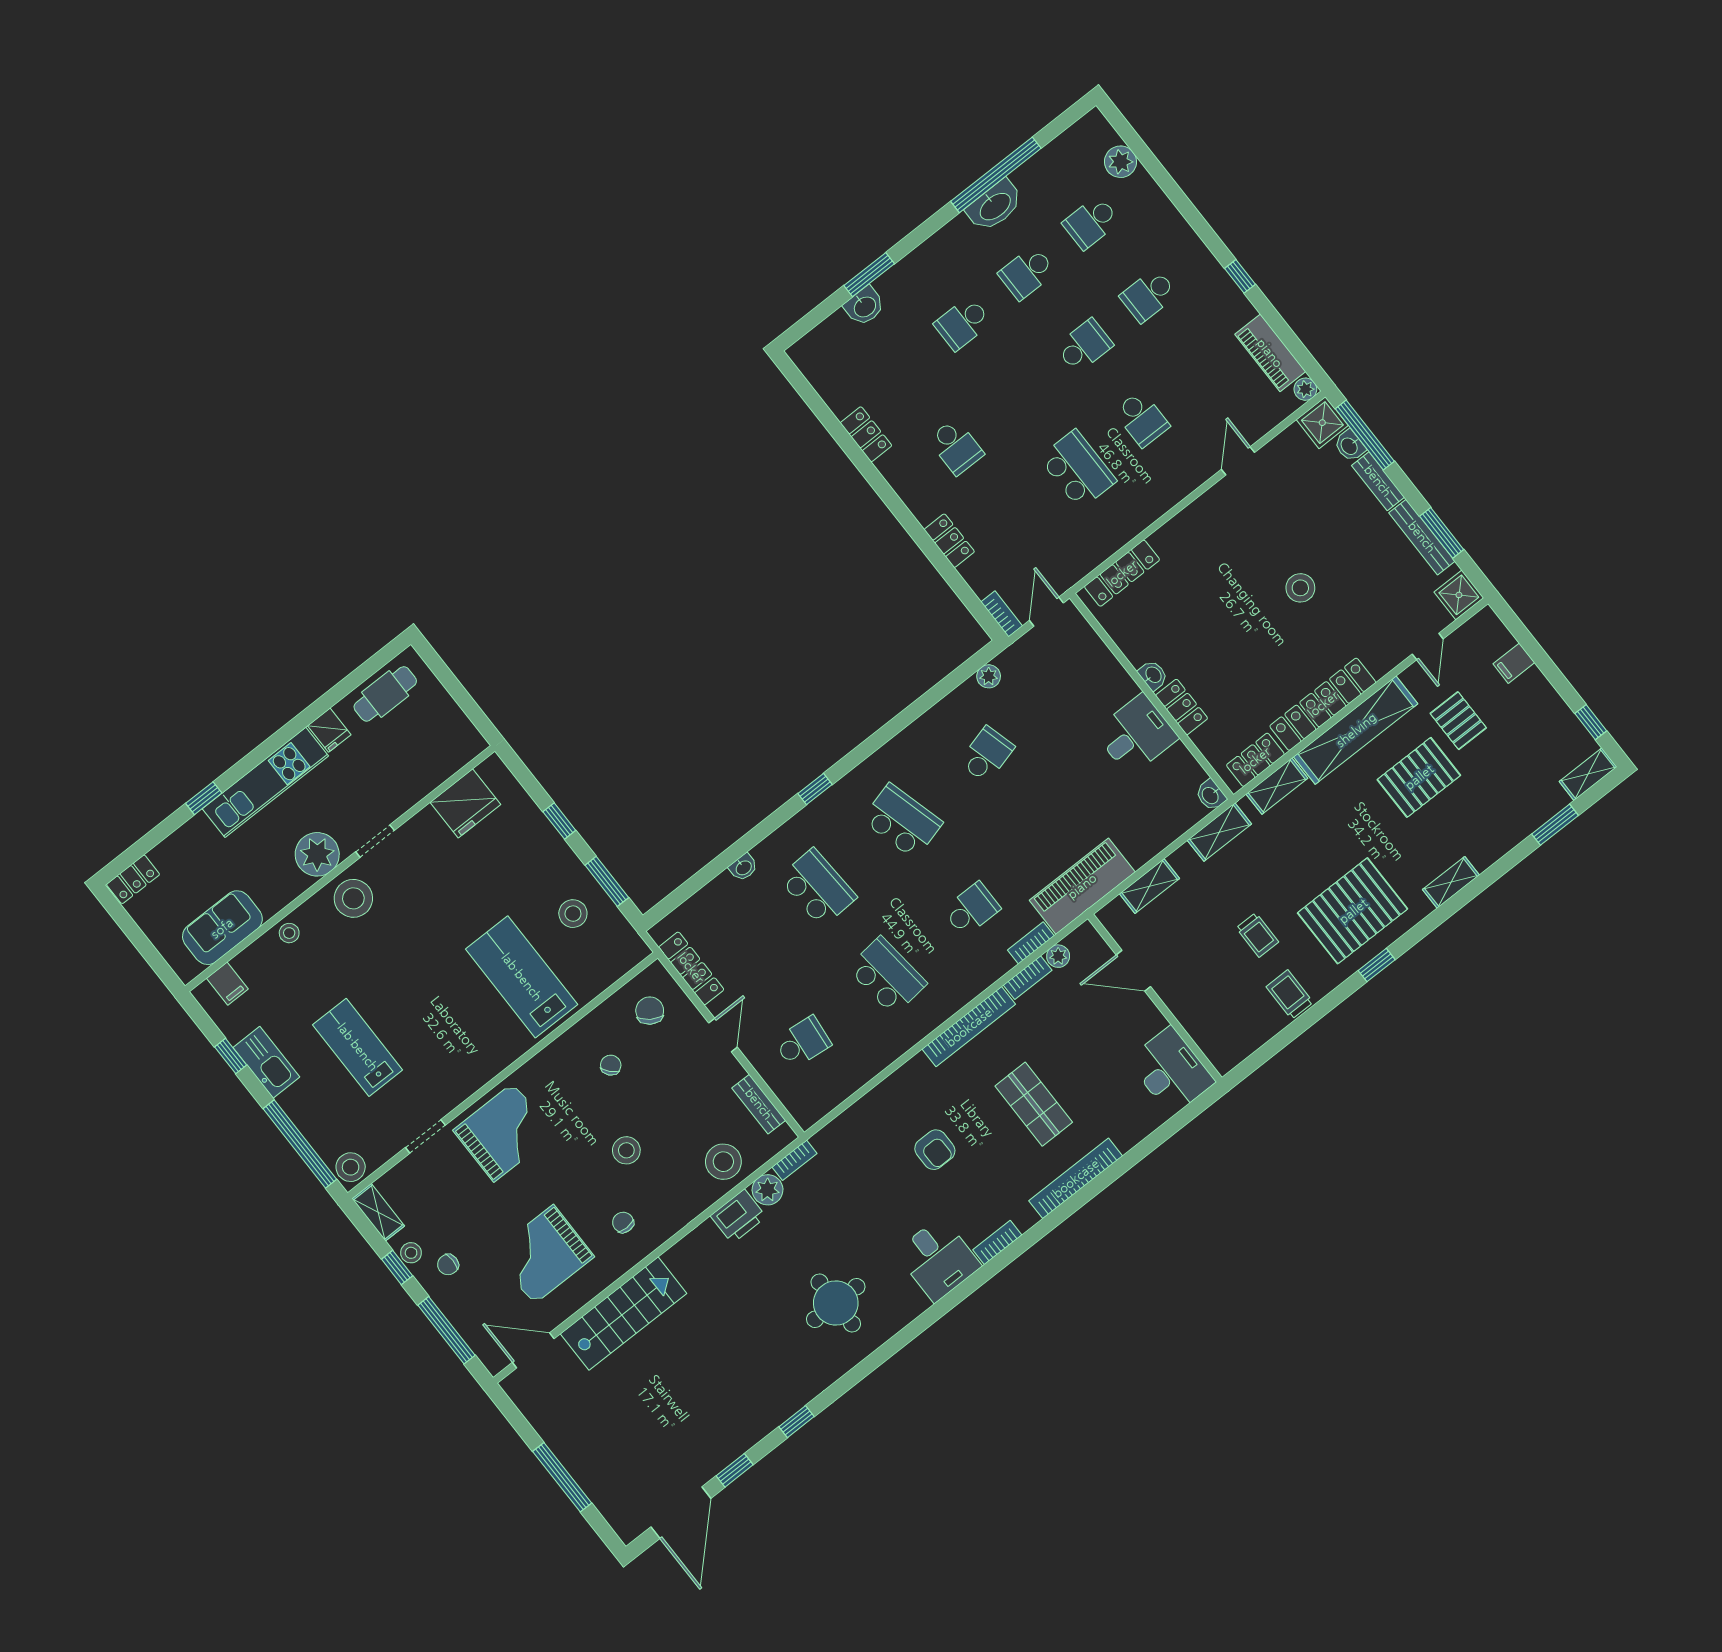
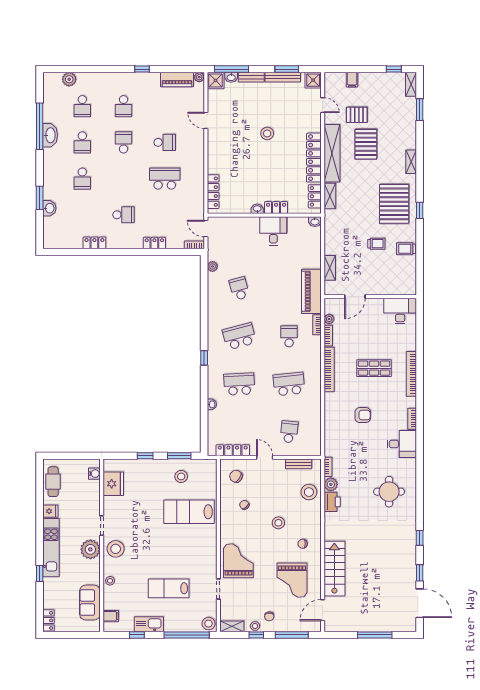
water cooler: (457, 756) -> (94, 474), added
shelving: (1219, 832) -> (330, 229), removed

